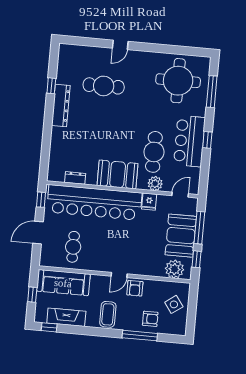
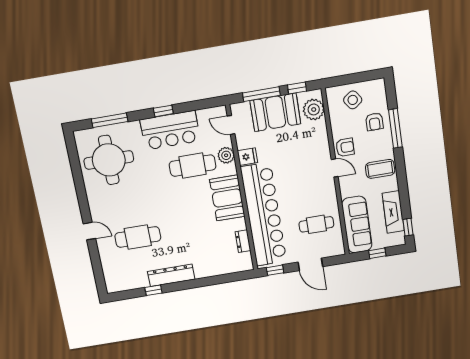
cafe table: (104, 86) -> (138, 237), turned 90
armchair: (150, 319) -> (374, 122), turned 180

